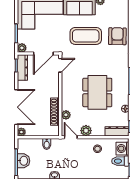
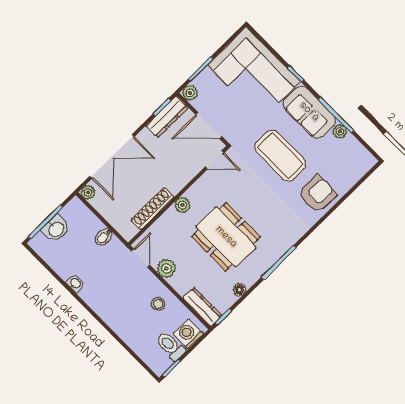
dining table: (97, 92) -> (226, 237), turned 90
plant: (66, 115) -> (182, 205), moved

